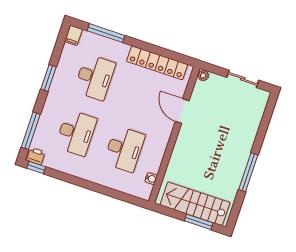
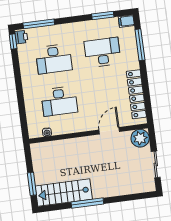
plant: (203, 75) -> (140, 138), width x1.87, depth x1.87
desk: (95, 77) -> (103, 52), turned 180
window: (48, 78) -> (103, 16), moved
stairs: (195, 204) -> (64, 193), moved, turned -90

